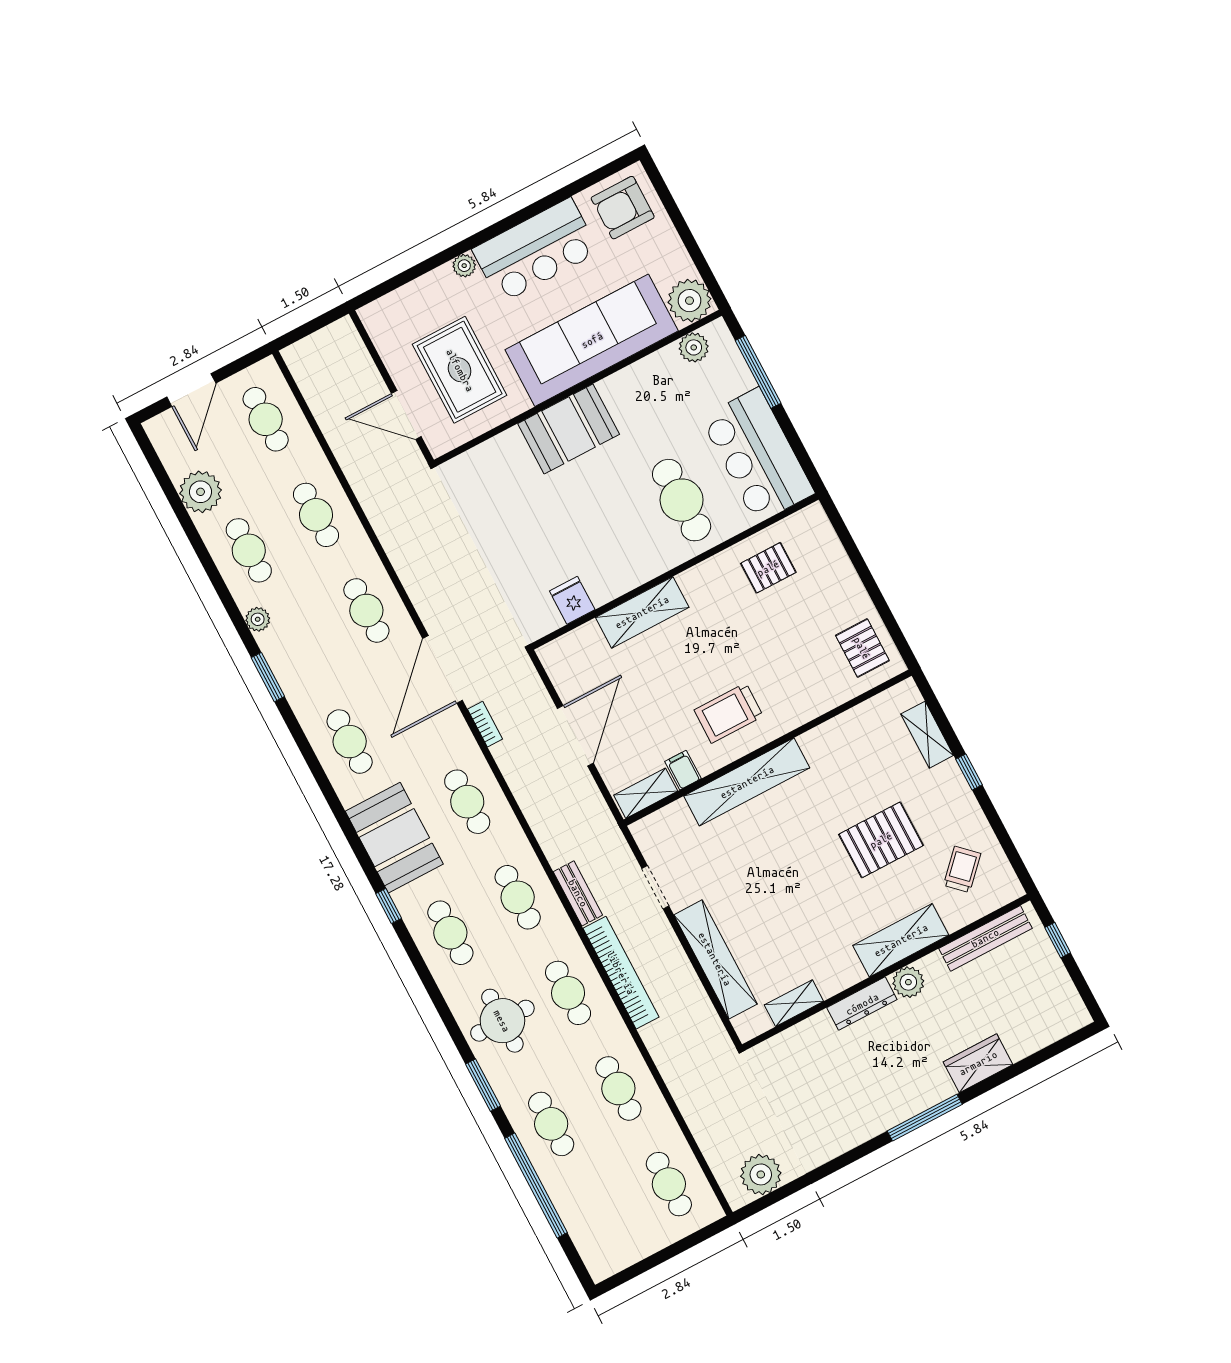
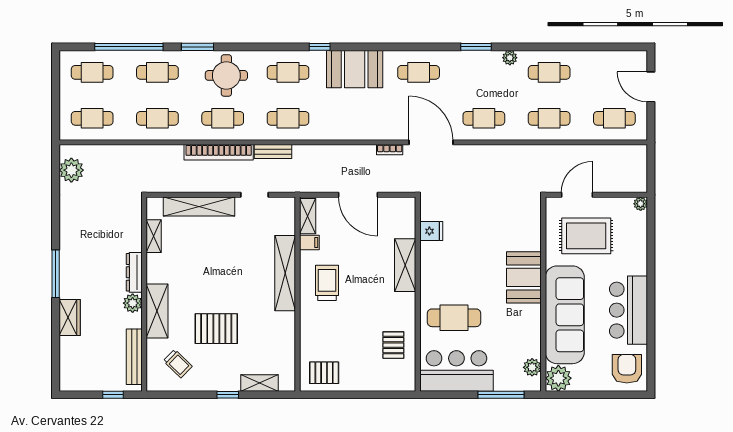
plant: (464, 266) -> (641, 204), moved
plant: (201, 492) -> (594, 63), removed
cafe table: (467, 802) -> (92, 72), moved
pallet: (881, 840) -> (216, 329), turned 90

